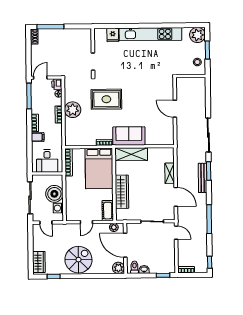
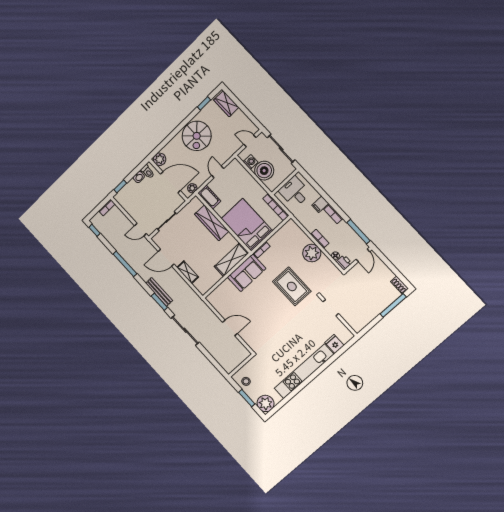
rug: (106, 99) -> (292, 286), turned 90

